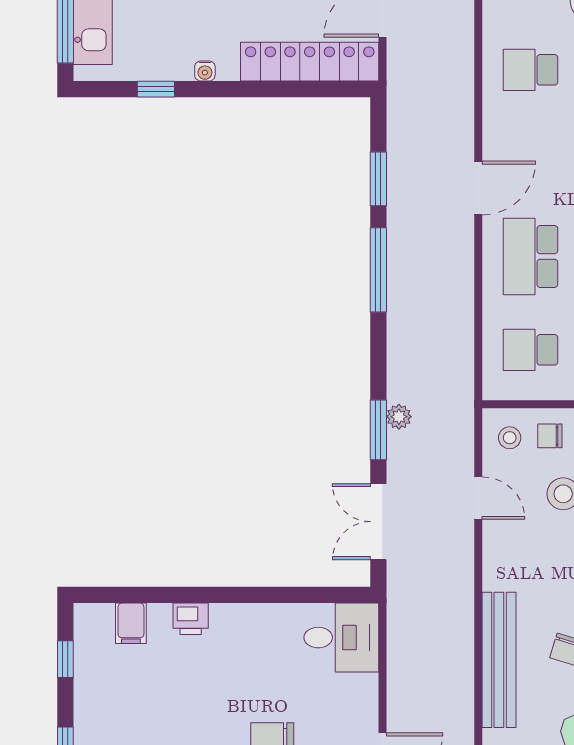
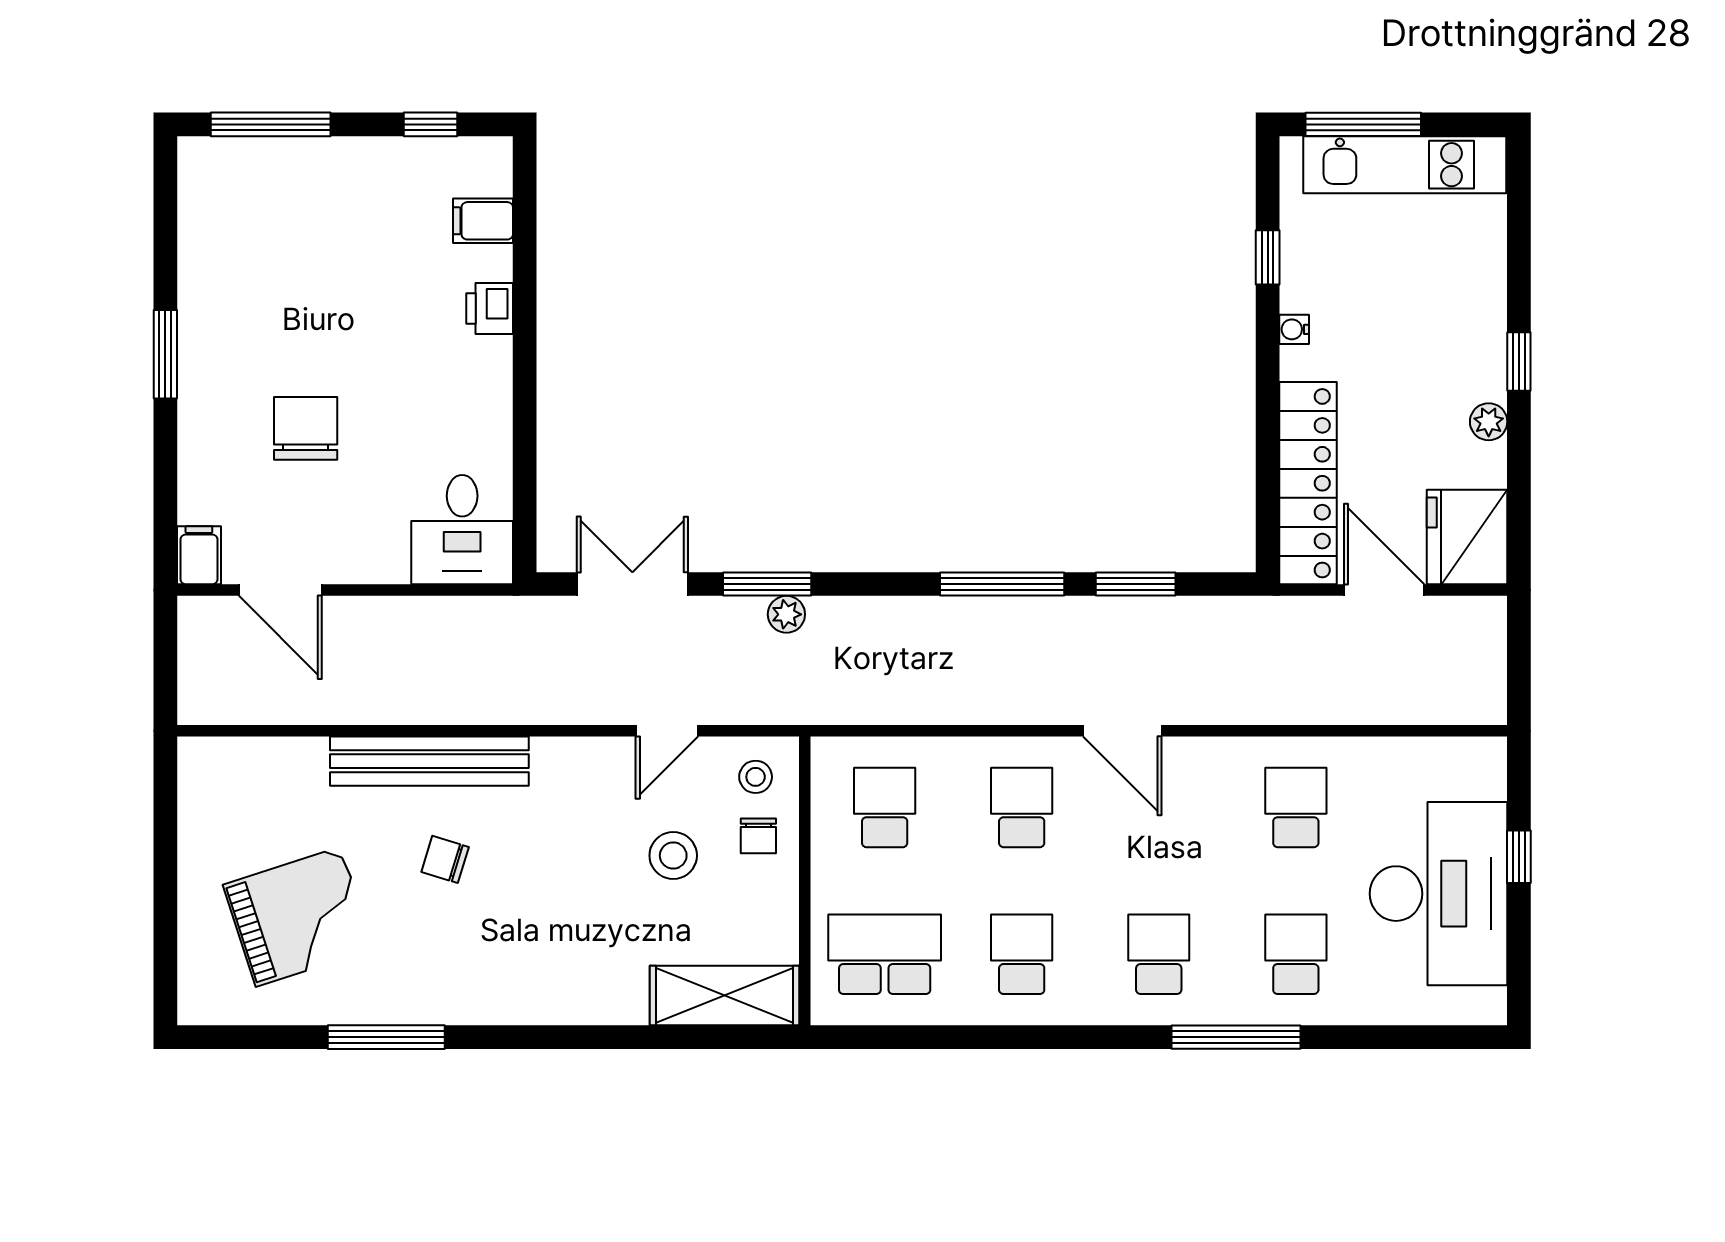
school desk: (530, 256) -> (1022, 807), width x0.54
chair: (550, 436) -> (758, 836), turned 180

